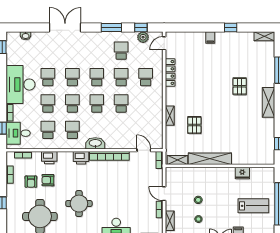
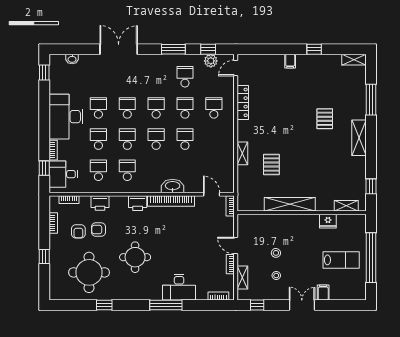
washbasin: (95, 143) -> (173, 186), moved
shelving: (177, 160) -> (346, 206), moved

